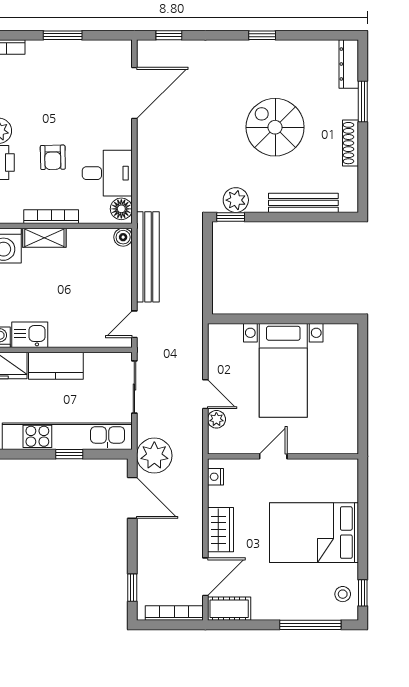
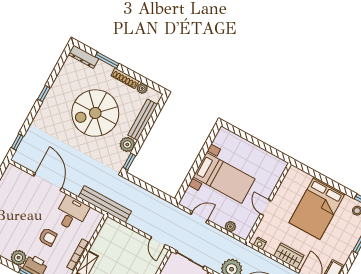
door: (134, 93) -> (48, 182), moved
spiral stairs: (275, 127) -> (95, 113), width x1.37, depth x1.37
plant: (349, 177) -> (142, 88), added
plant: (236, 200) -> (127, 144), moved
floor lamp: (121, 209) -> (94, 216), removed
boiler: (123, 237) -> (109, 223), removed
bench: (148, 257) -> (105, 204), moved
door: (205, 394) -> (199, 217), moved

